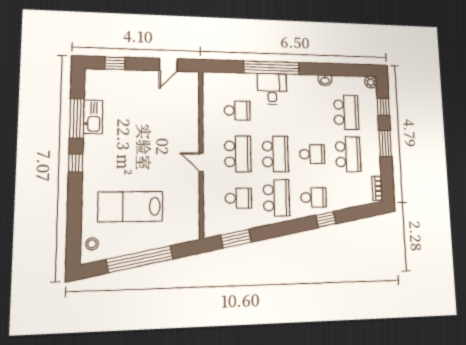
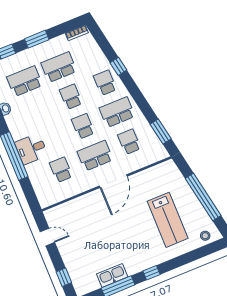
school desk: (275, 154) -> (83, 126), width x0.54
door: (201, 162) -> (113, 181), width x1.87

